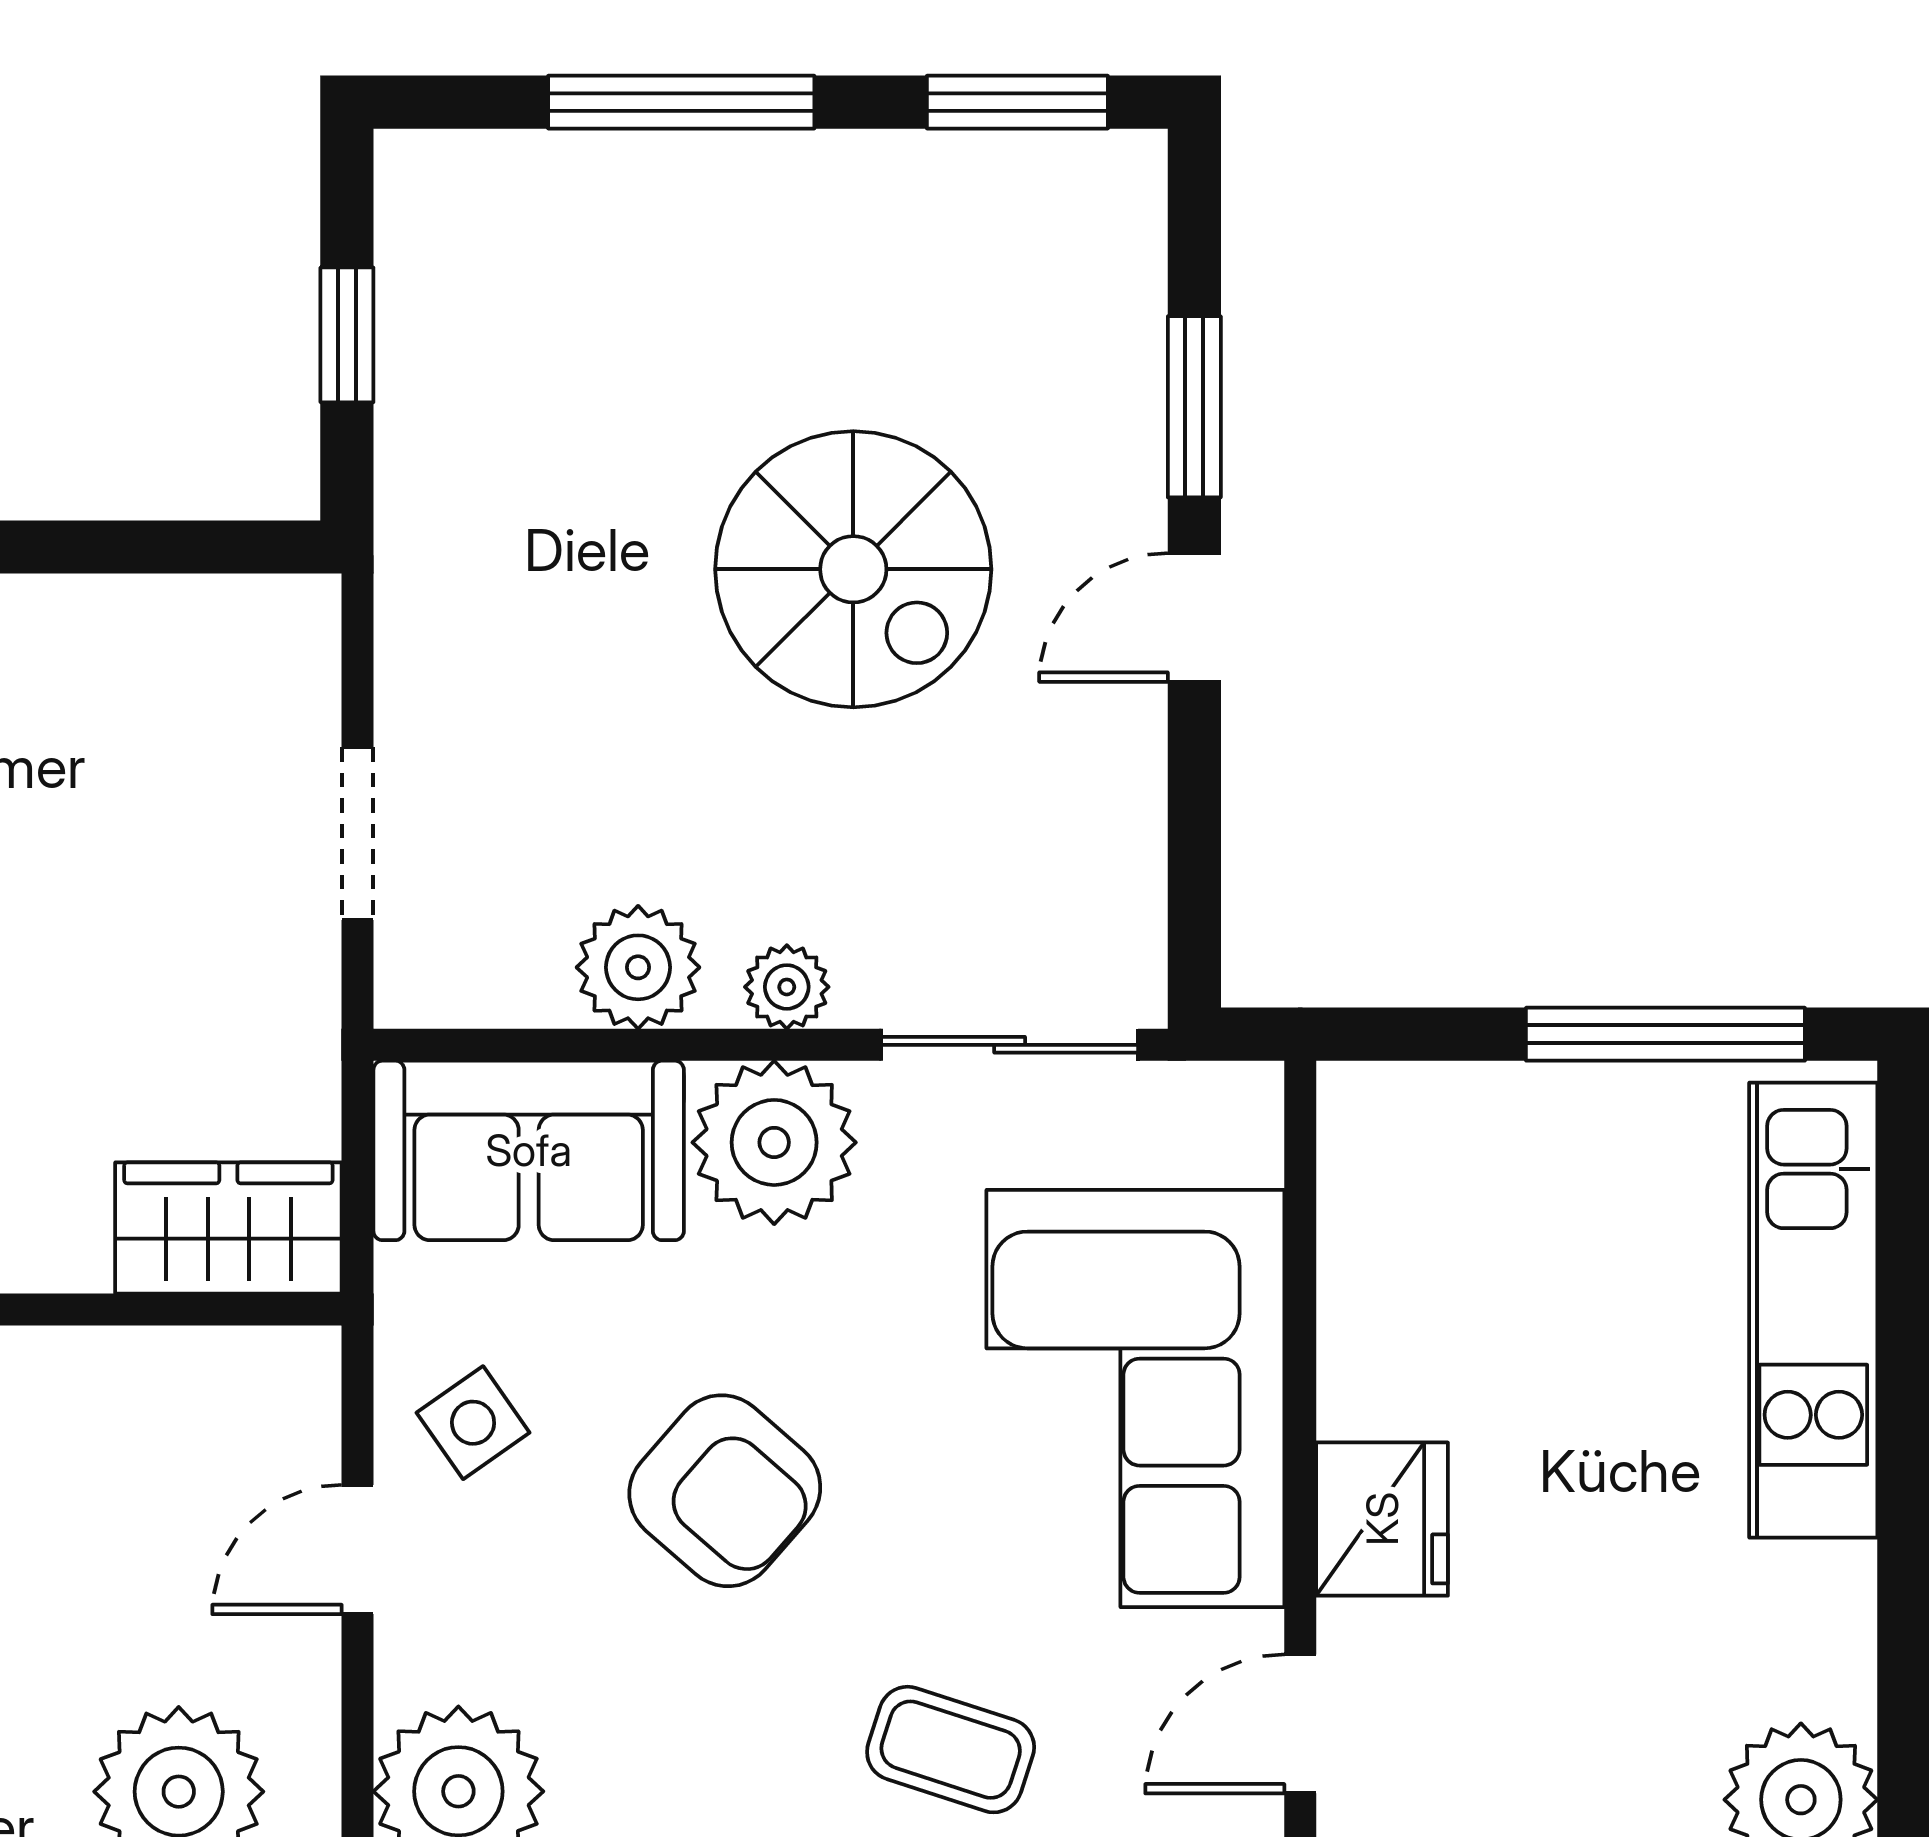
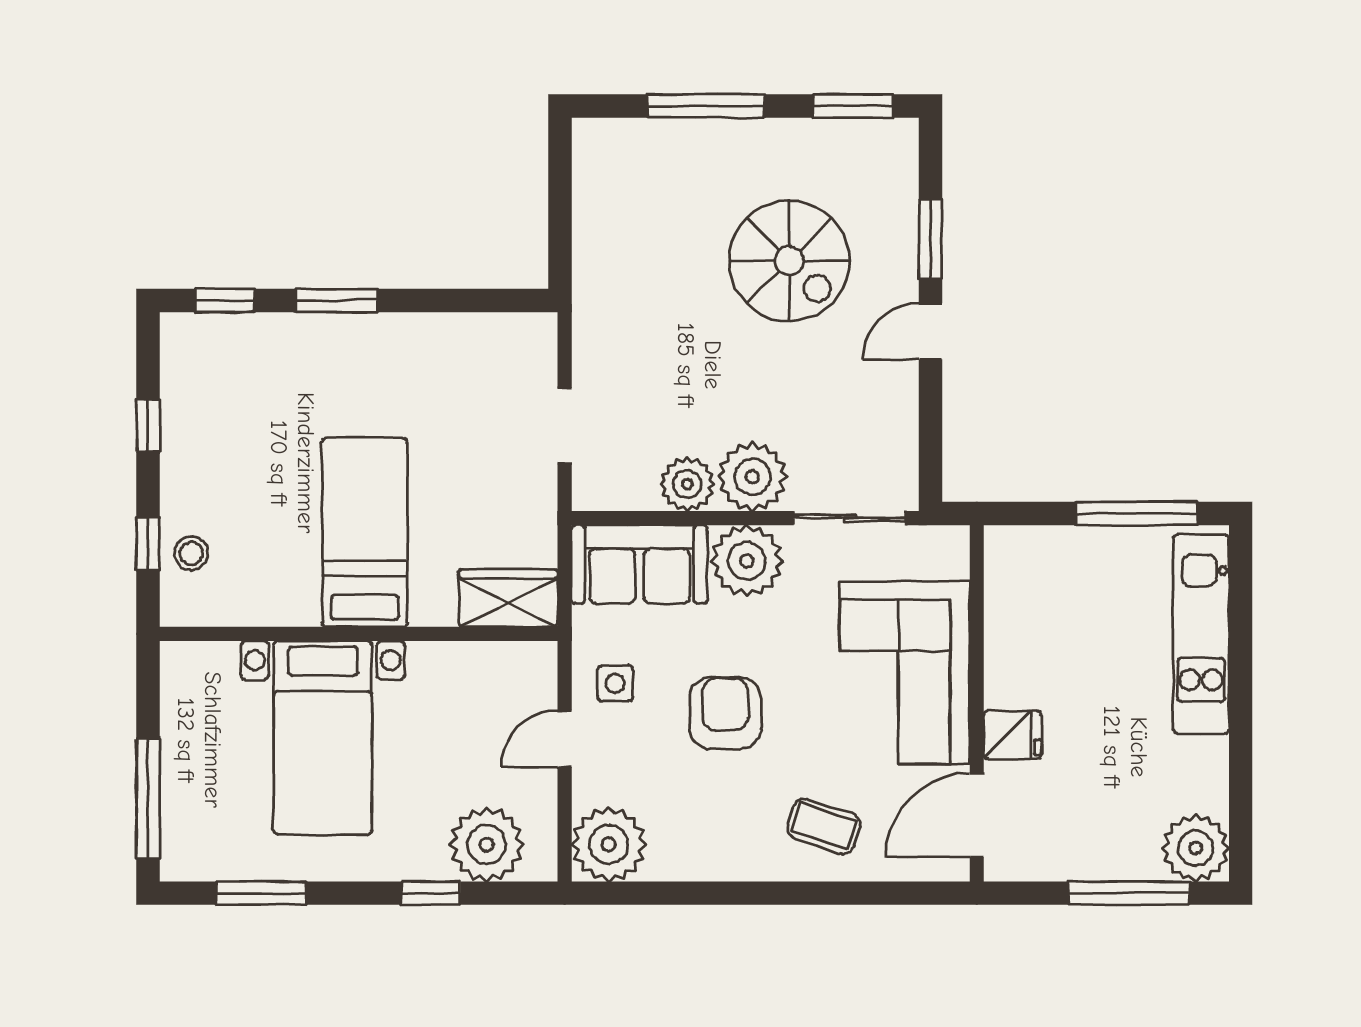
window: (347, 335) -> (560, 208), removed
spiral stairs: (853, 569) -> (789, 261), moved
plant: (787, 987) -> (752, 477), width x1.88, depth x1.88
side table: (473, 1423) -> (615, 683), turned 35
armchair: (725, 1491) -> (725, 713), turned -131
fridge: (1382, 1519) -> (1013, 735), width x0.72
door: (1300, 1724) -> (977, 815), width x1.38

